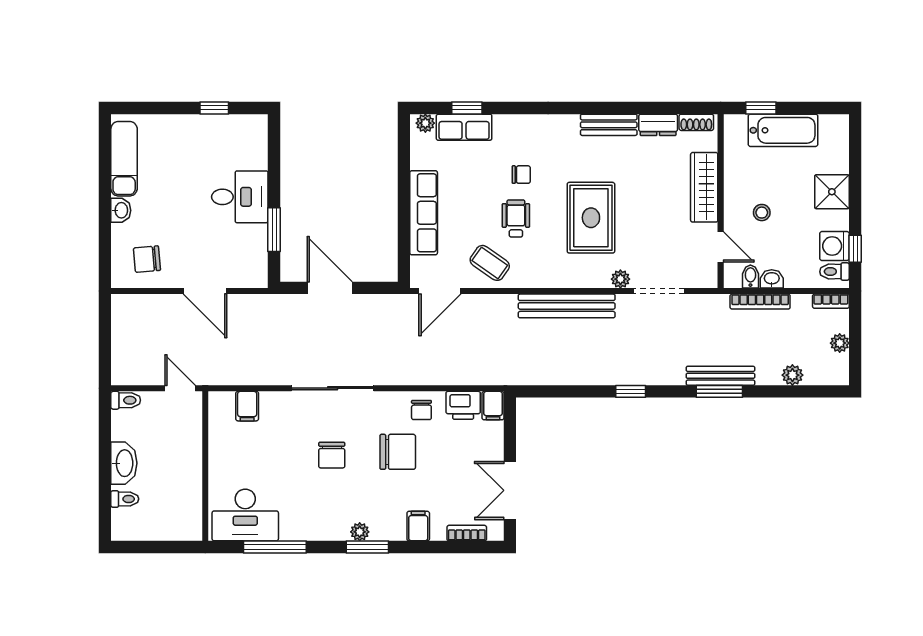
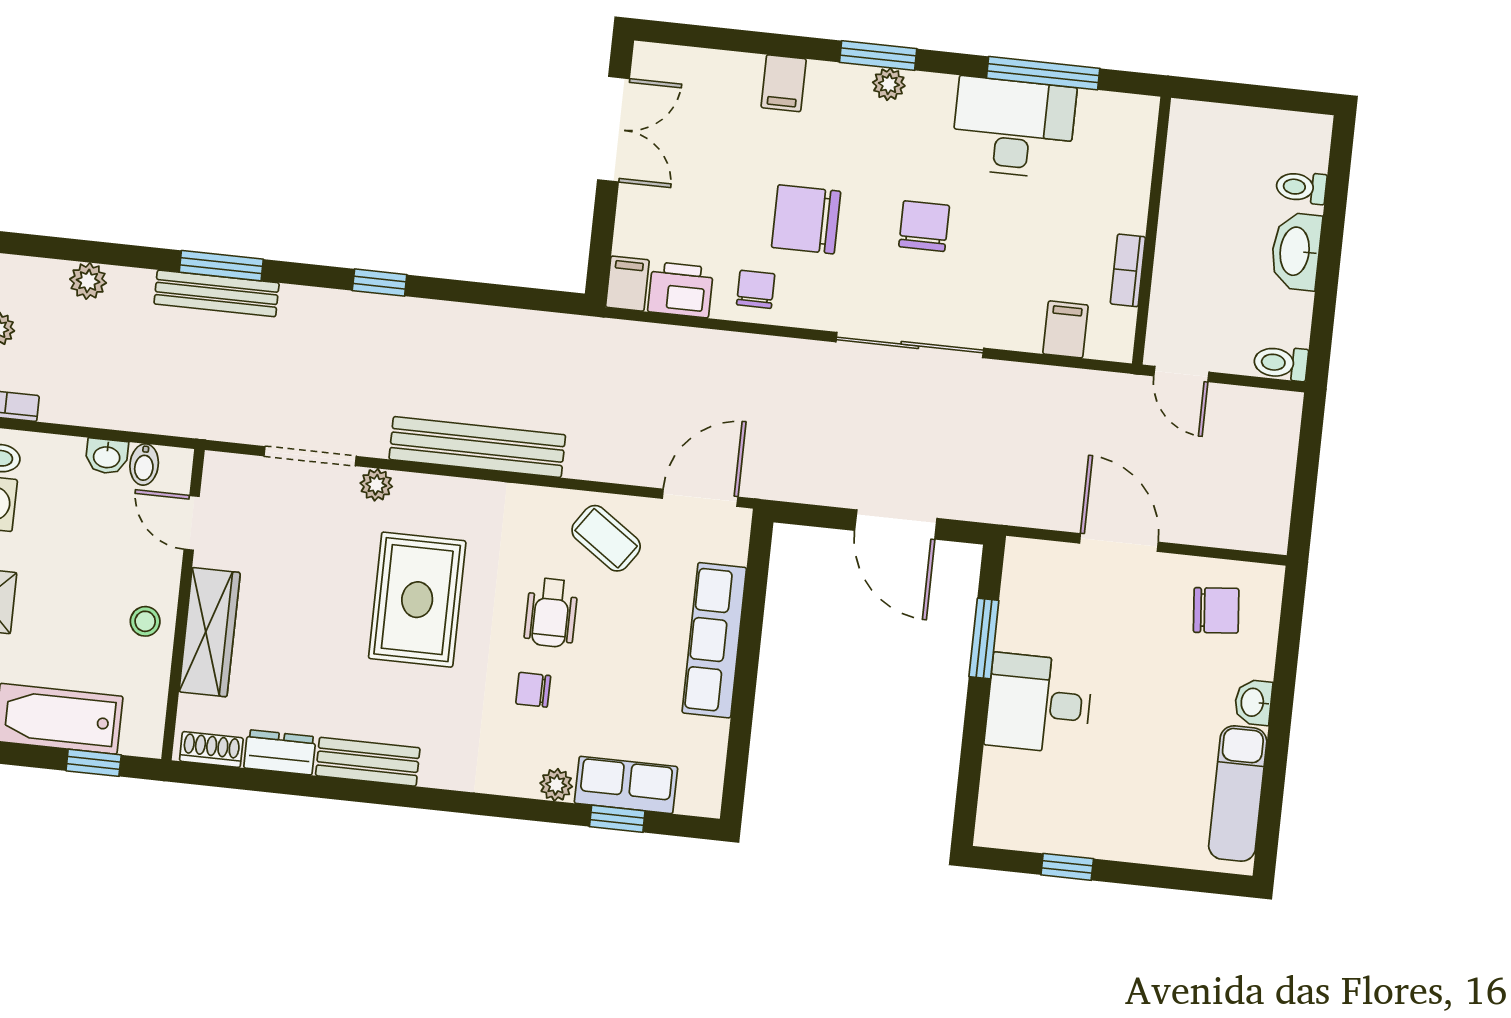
plant: (425, 123) -> (556, 785), moved
stool: (762, 213) -> (145, 621), moved
bookcase: (760, 302) -> (132, 418), removed
desk: (245, 515) -> (1014, 128), moved
bookcase: (467, 533) -> (1128, 270), moved, turned 90

